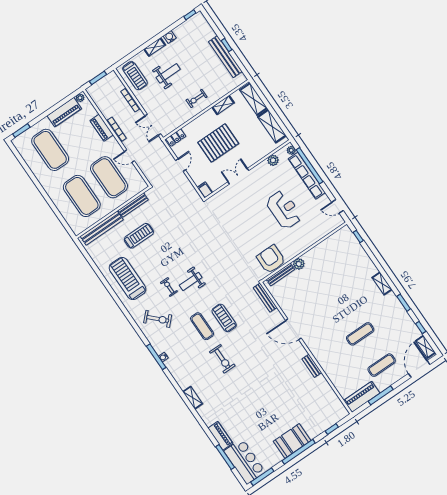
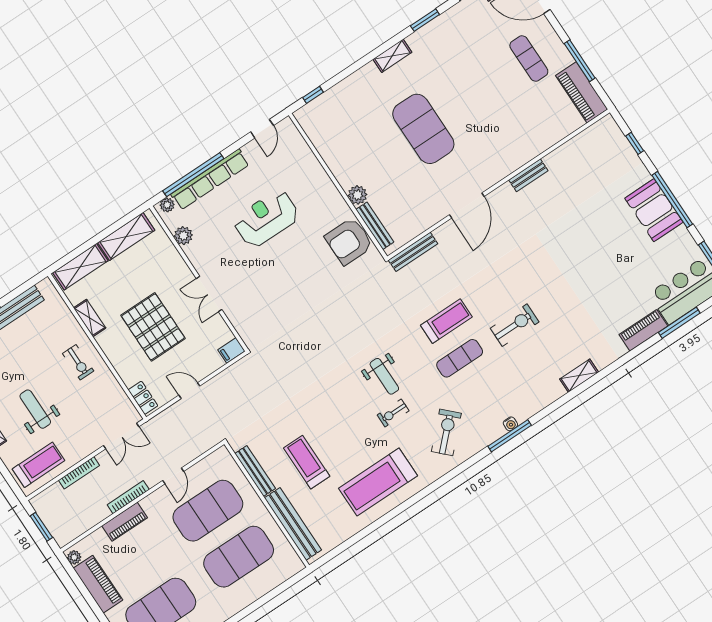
treadmill: (224, 318) -> (446, 321), turned 180
exercise mat: (360, 334) -> (423, 129), moved, width x2.00, depth x1.45

